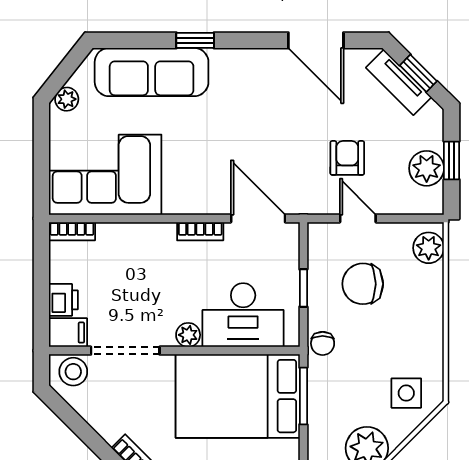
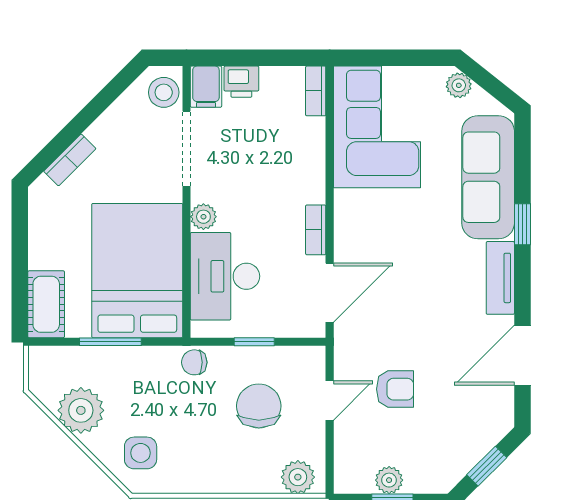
tv unit: (399, 82) -> (500, 278), moved, turned -45
plant: (427, 168) -> (389, 480), width x0.73, depth x0.73
window: (303, 396) -> (110, 342), moved

